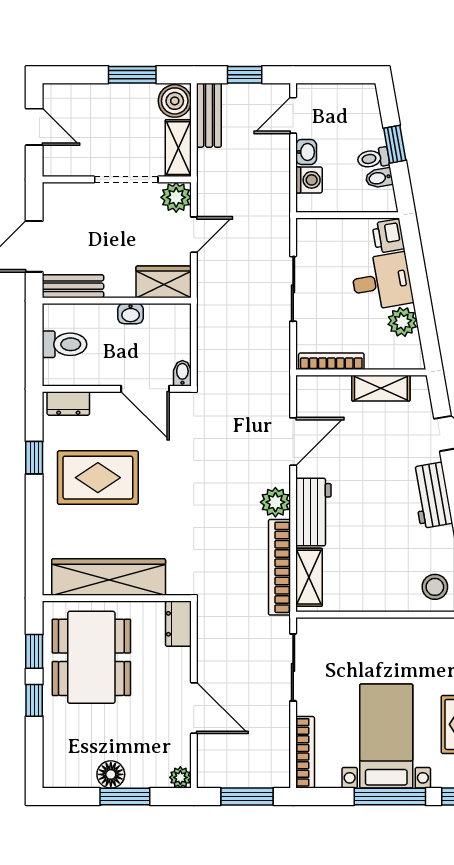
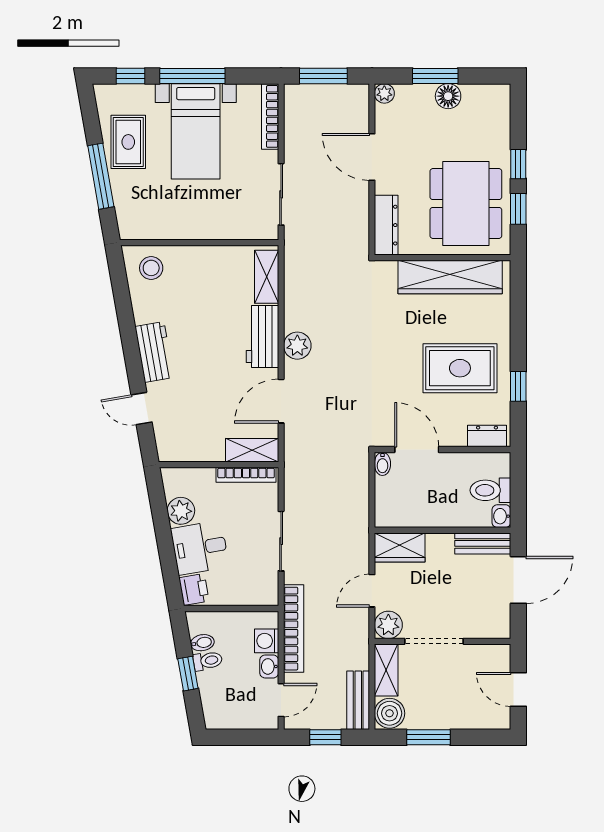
washbasin: (131, 314) -> (501, 516), moved, turned -90
shelving: (381, 388) -> (252, 450), moved
bookcase: (279, 567) -> (294, 629), moved
dresser: (178, 624) -> (386, 225), width x1.44

